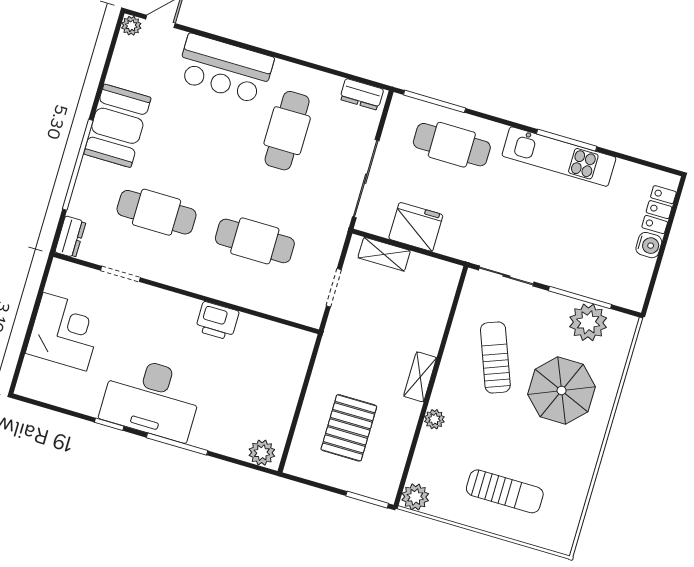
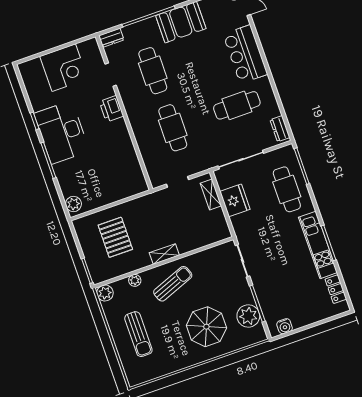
locker: (659, 210) -> (336, 289), moved, turned -90
water cooler: (649, 245) -> (285, 326), moved
printer: (217, 321) -> (111, 109), moved
sun lounger: (495, 358) -> (173, 284), moved
plant: (434, 419) -> (135, 280), moved
pallet: (349, 428) -> (115, 237), turned 90

